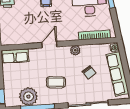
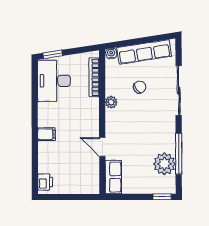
door: (49, 45) -> (102, 147), moved
coffee table: (56, 82) -> (149, 129), removed

